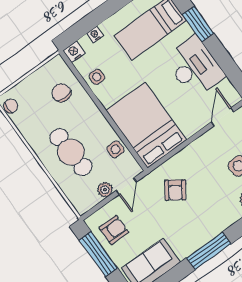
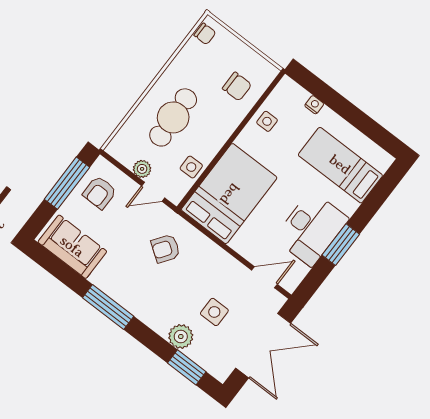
window: (198, 24) -> (341, 245), moved
nightstand: (74, 52) -> (287, 87), removed
chair: (61, 93) -> (237, 87), turned 90
armchair: (114, 230) -> (100, 193), turned 90

